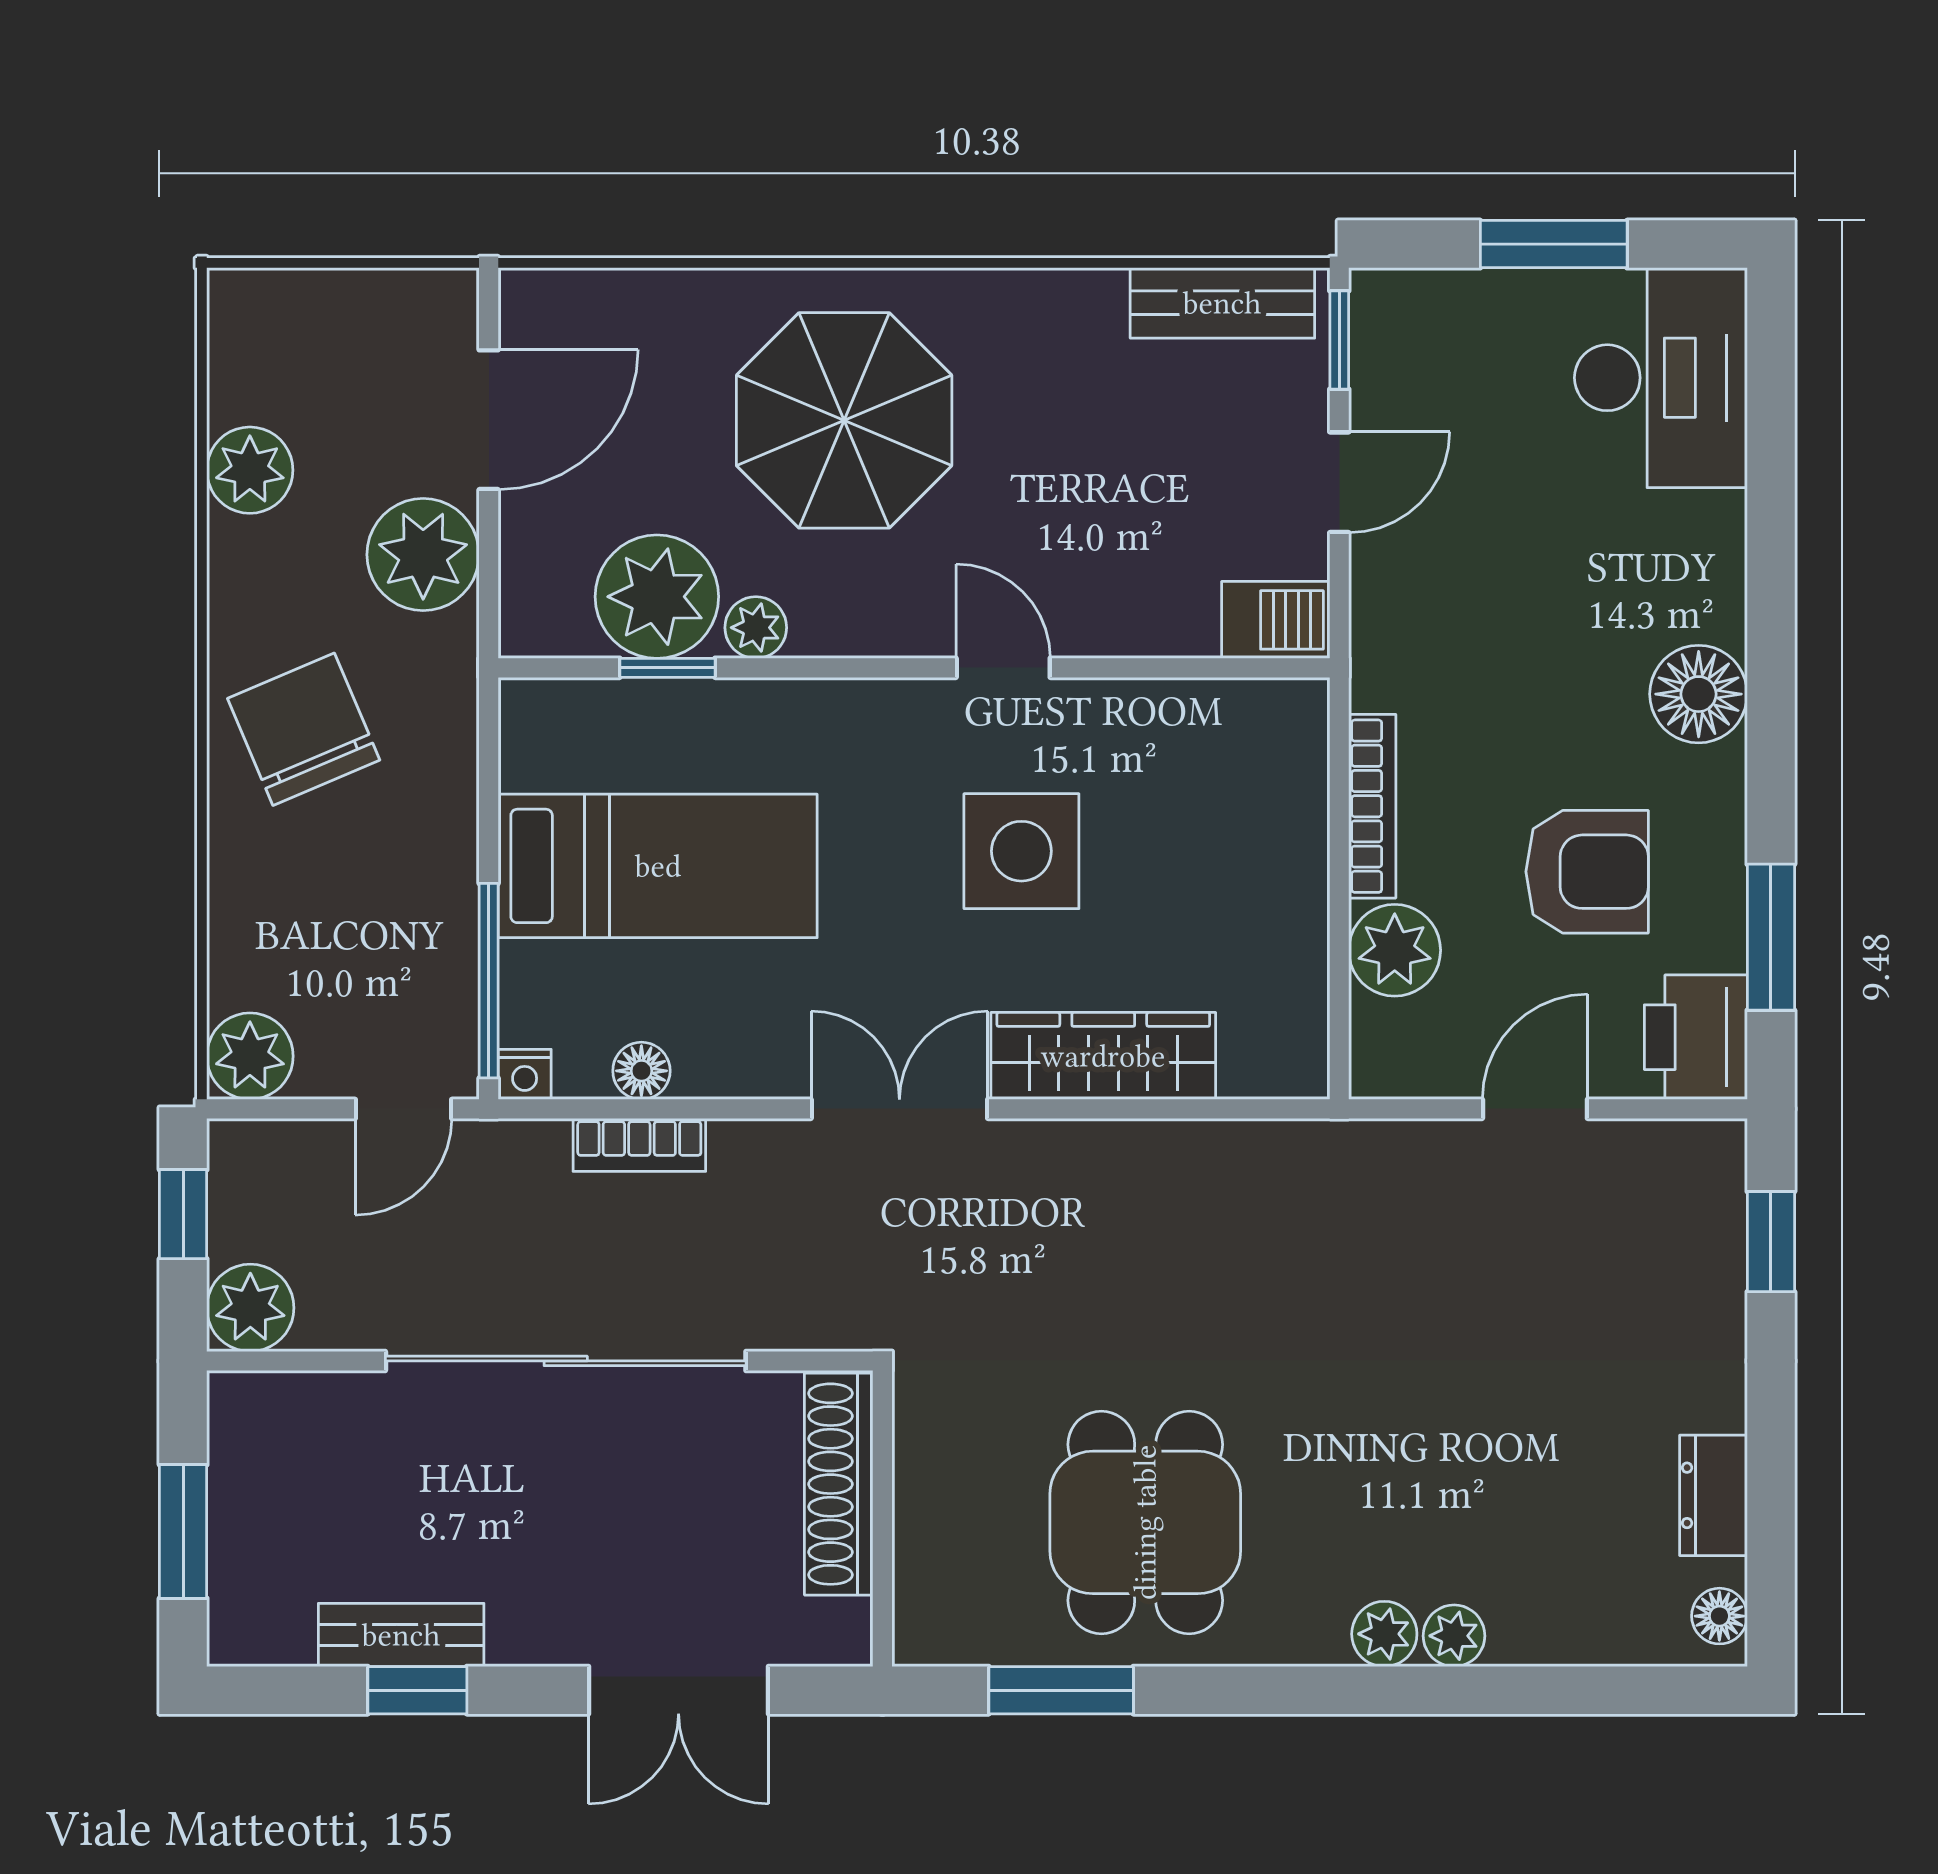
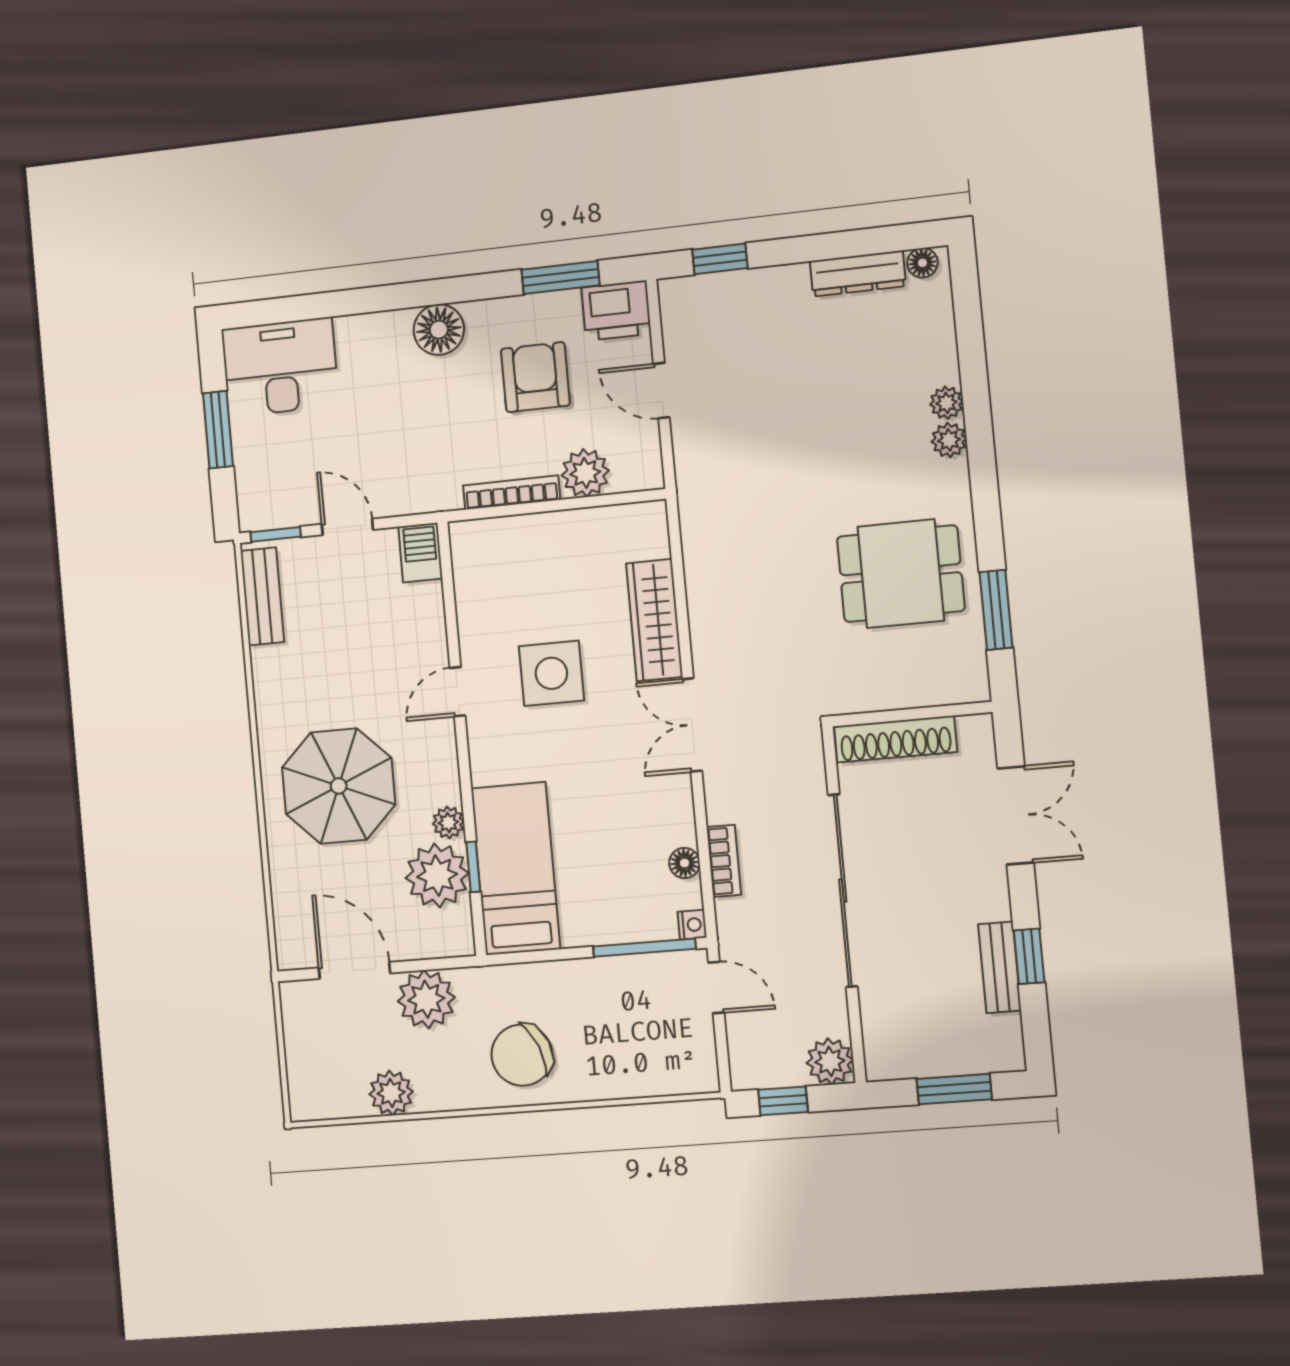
bed: (658, 866) -> (516, 869), moved
plant: (250, 1056) -> (696, 1071), removed
dresser: (1713, 1495) -> (858, 274), width x1.44

